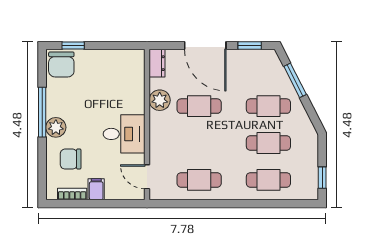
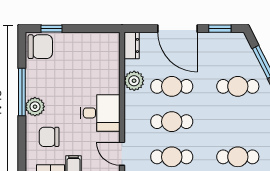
chair: (61, 64) -> (40, 47), turned -90
cafe table: (268, 143) -> (172, 122), moved

